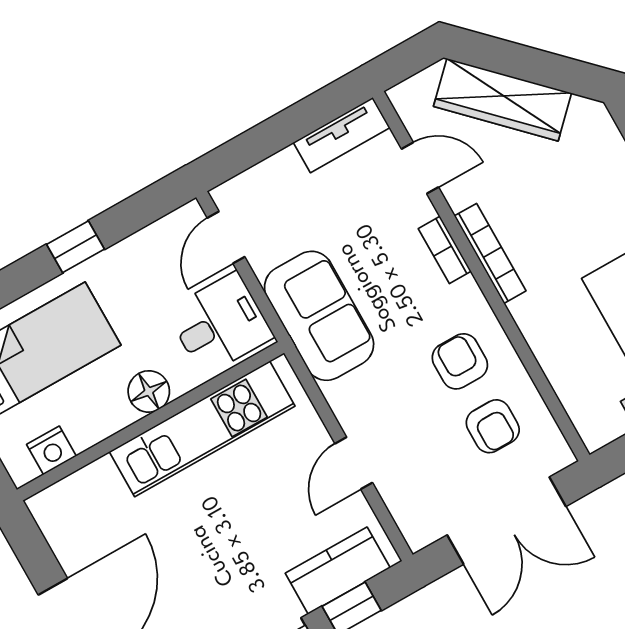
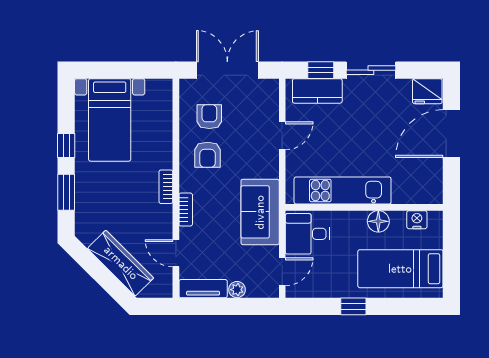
plant: (284, 165) -> (237, 290), added
bookcase: (490, 253) -> (166, 187), width x0.64
floor lamp: (149, 391) -> (378, 221), moved

